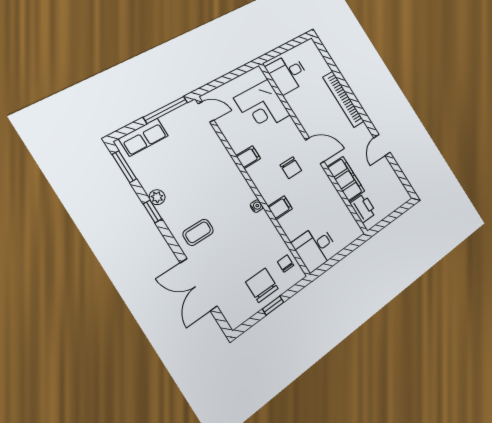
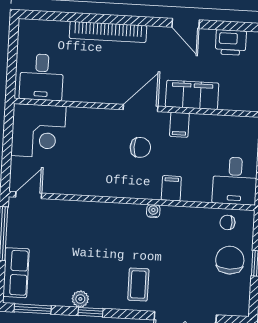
corner desk: (262, 107) -> (38, 131), moved
filing cabinet: (248, 157) -> (179, 125), moved, turned 180
printer: (363, 208) -> (231, 42), moved, turned 180
chair: (262, 285) -> (230, 260), turned 90

